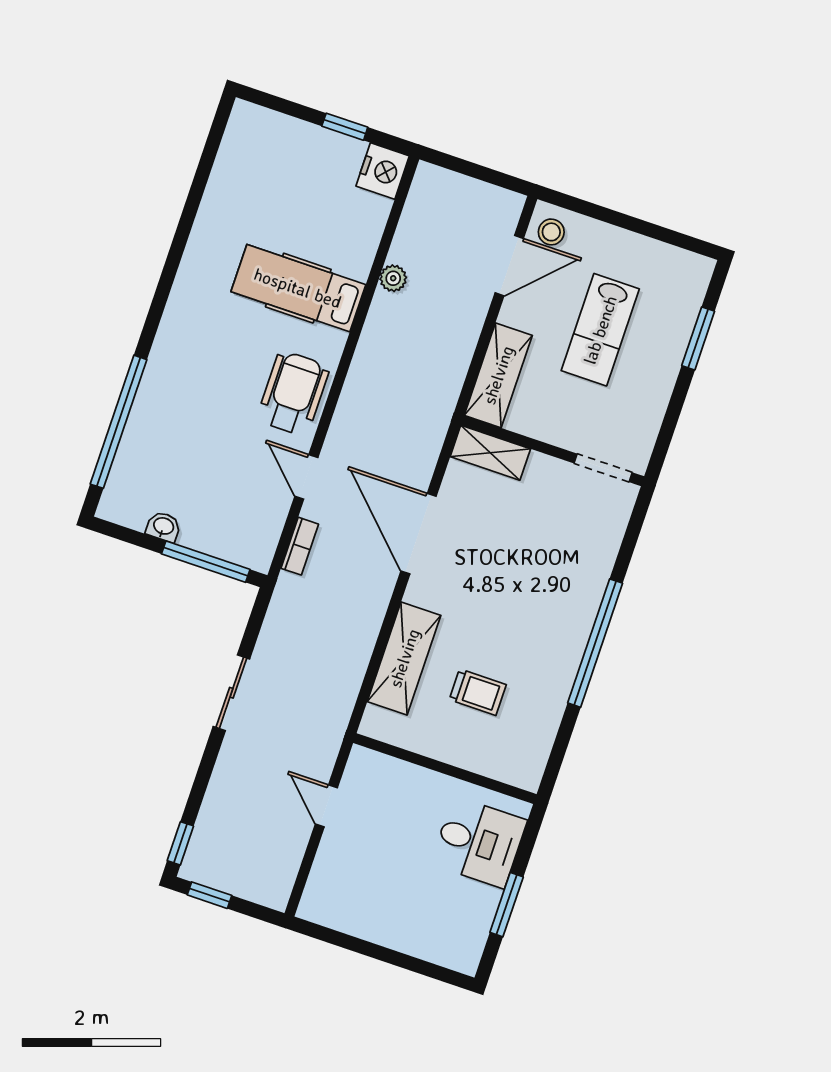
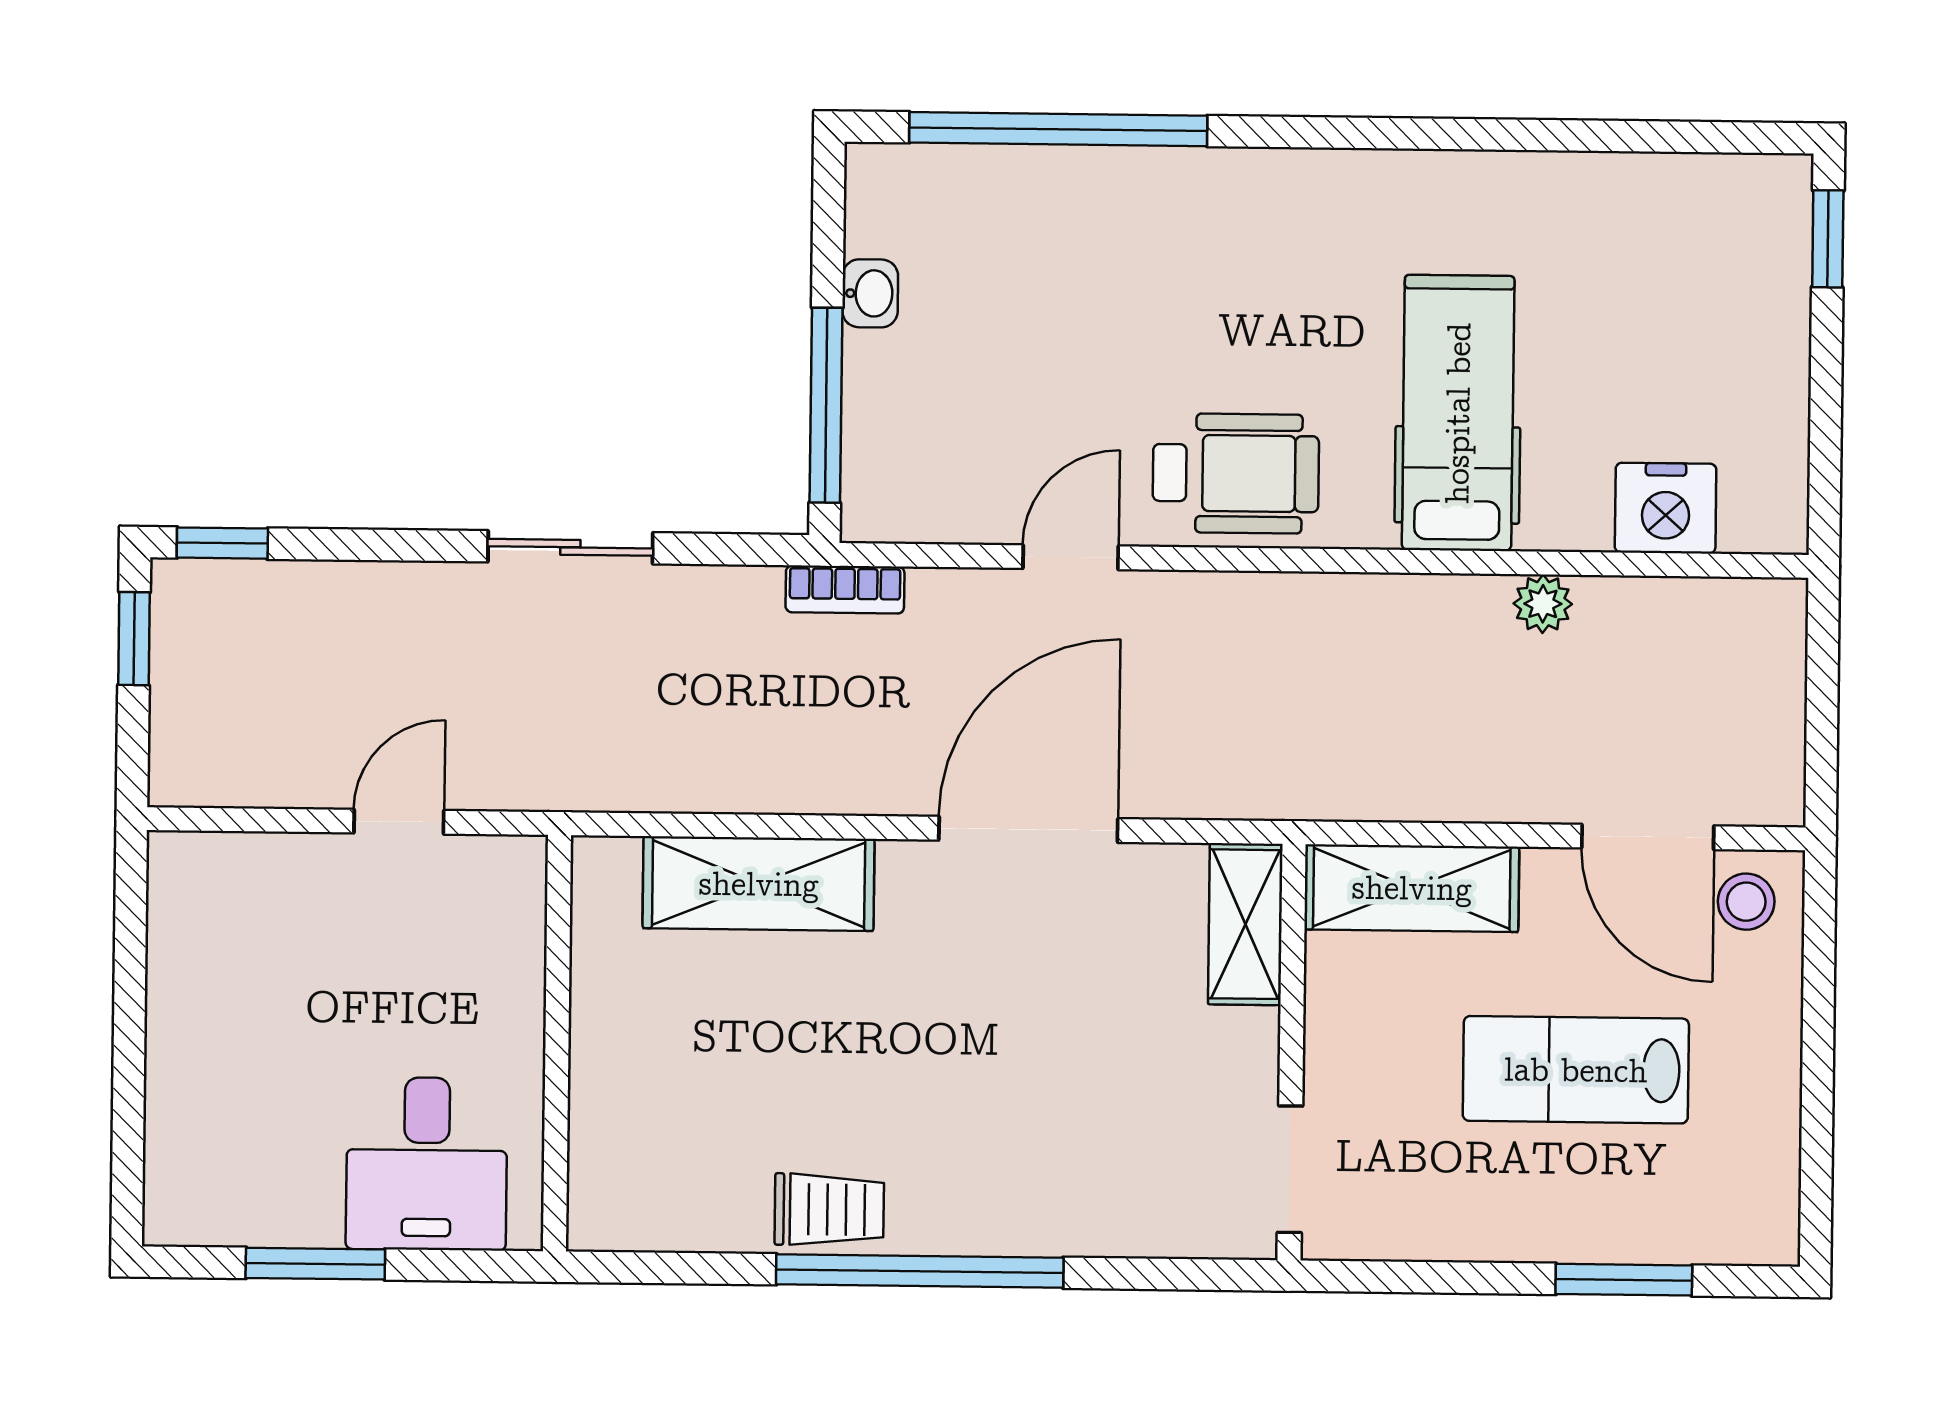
window: (345, 127) -> (1828, 239), moved
nightstand: (383, 171) -> (1666, 508), moved
bookcase: (300, 546) -> (845, 589), moved
trolley: (478, 692) -> (829, 1210), moved, turned -90

